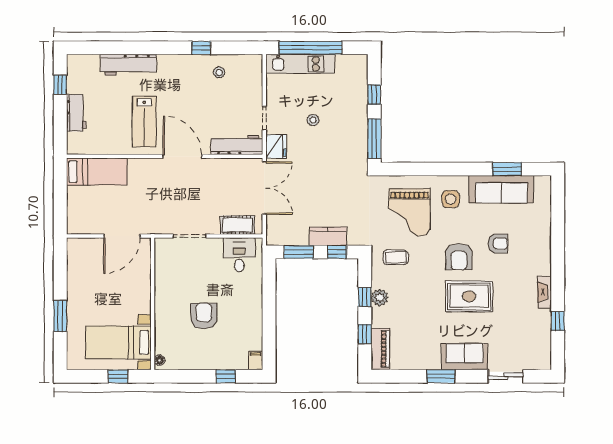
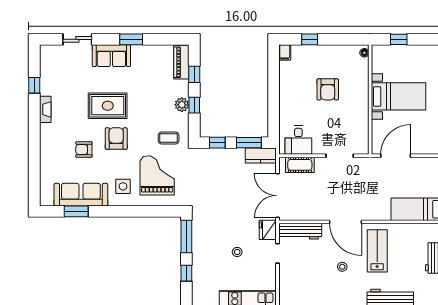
stool: (219, 72) -> (342, 267), moved
kitchen counter: (328, 236) -> (261, 156), moved
bed with nightstands: (118, 342) -> (399, 96), moved

